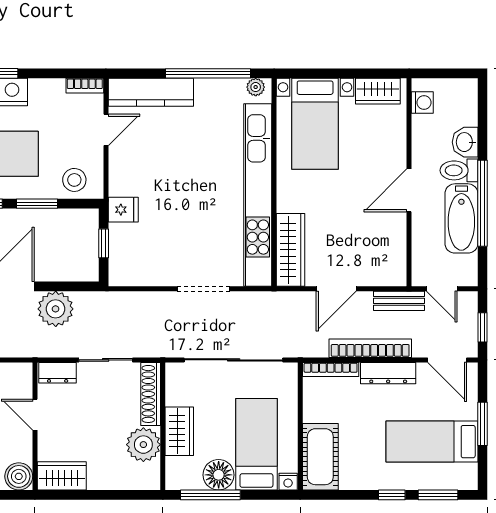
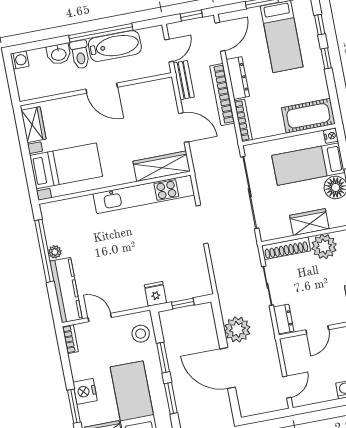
plant: (256, 87) -> (55, 252), moved
washing machine: (422, 102) -> (20, 60), moved, turned 90
kitchen unit: (258, 195) -> (144, 194), width x0.73
window: (438, 495) -> (320, 25), width x0.67

